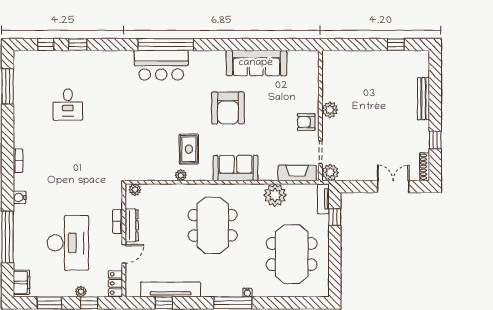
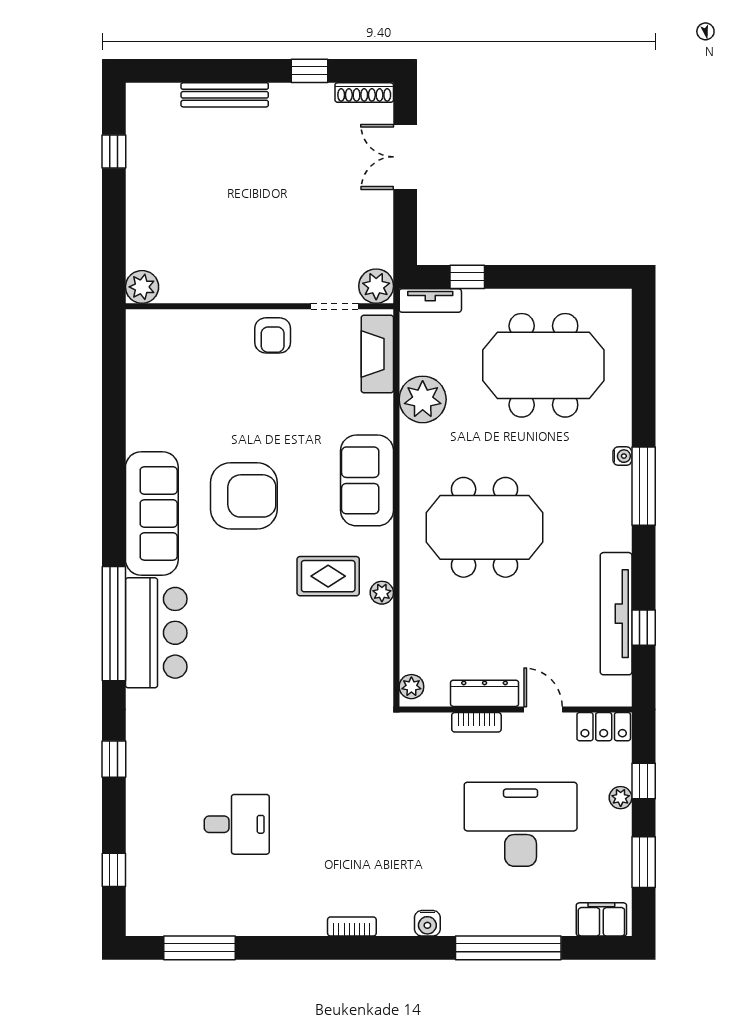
window: (78, 45) -> (114, 759), moved
sofa: (256, 63) -> (152, 513), moved
plant: (330, 110) -> (142, 287), moved

